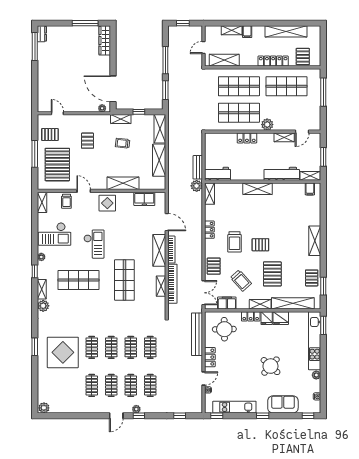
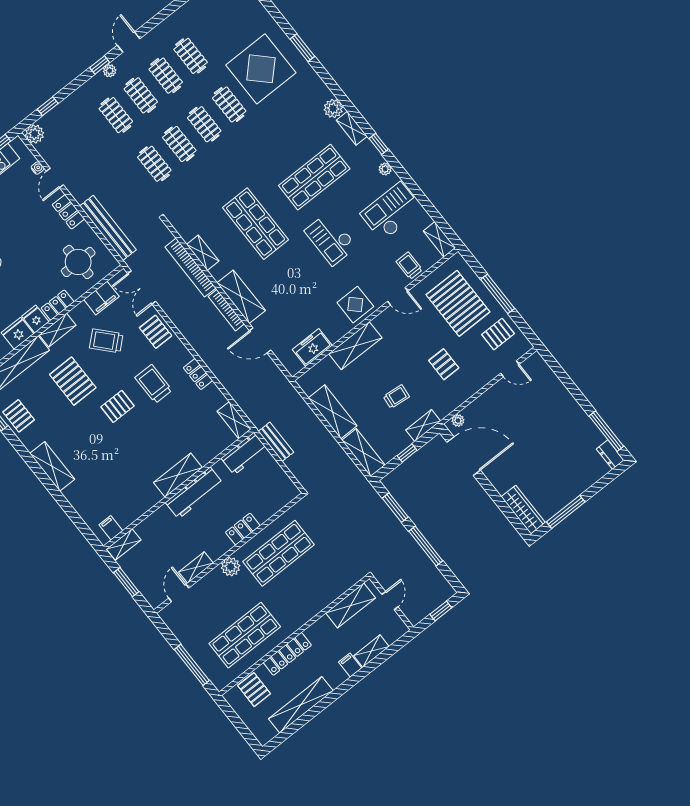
shop shelf: (239, 86) -> (305, 587), removed
workbench: (282, 174) -> (194, 493), moved
plant: (197, 186) -> (35, 134), moved

